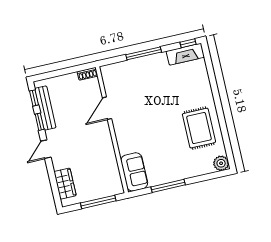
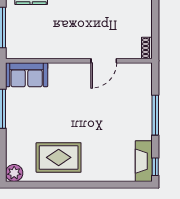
door: (107, 108) -> (104, 61), swing flipped

